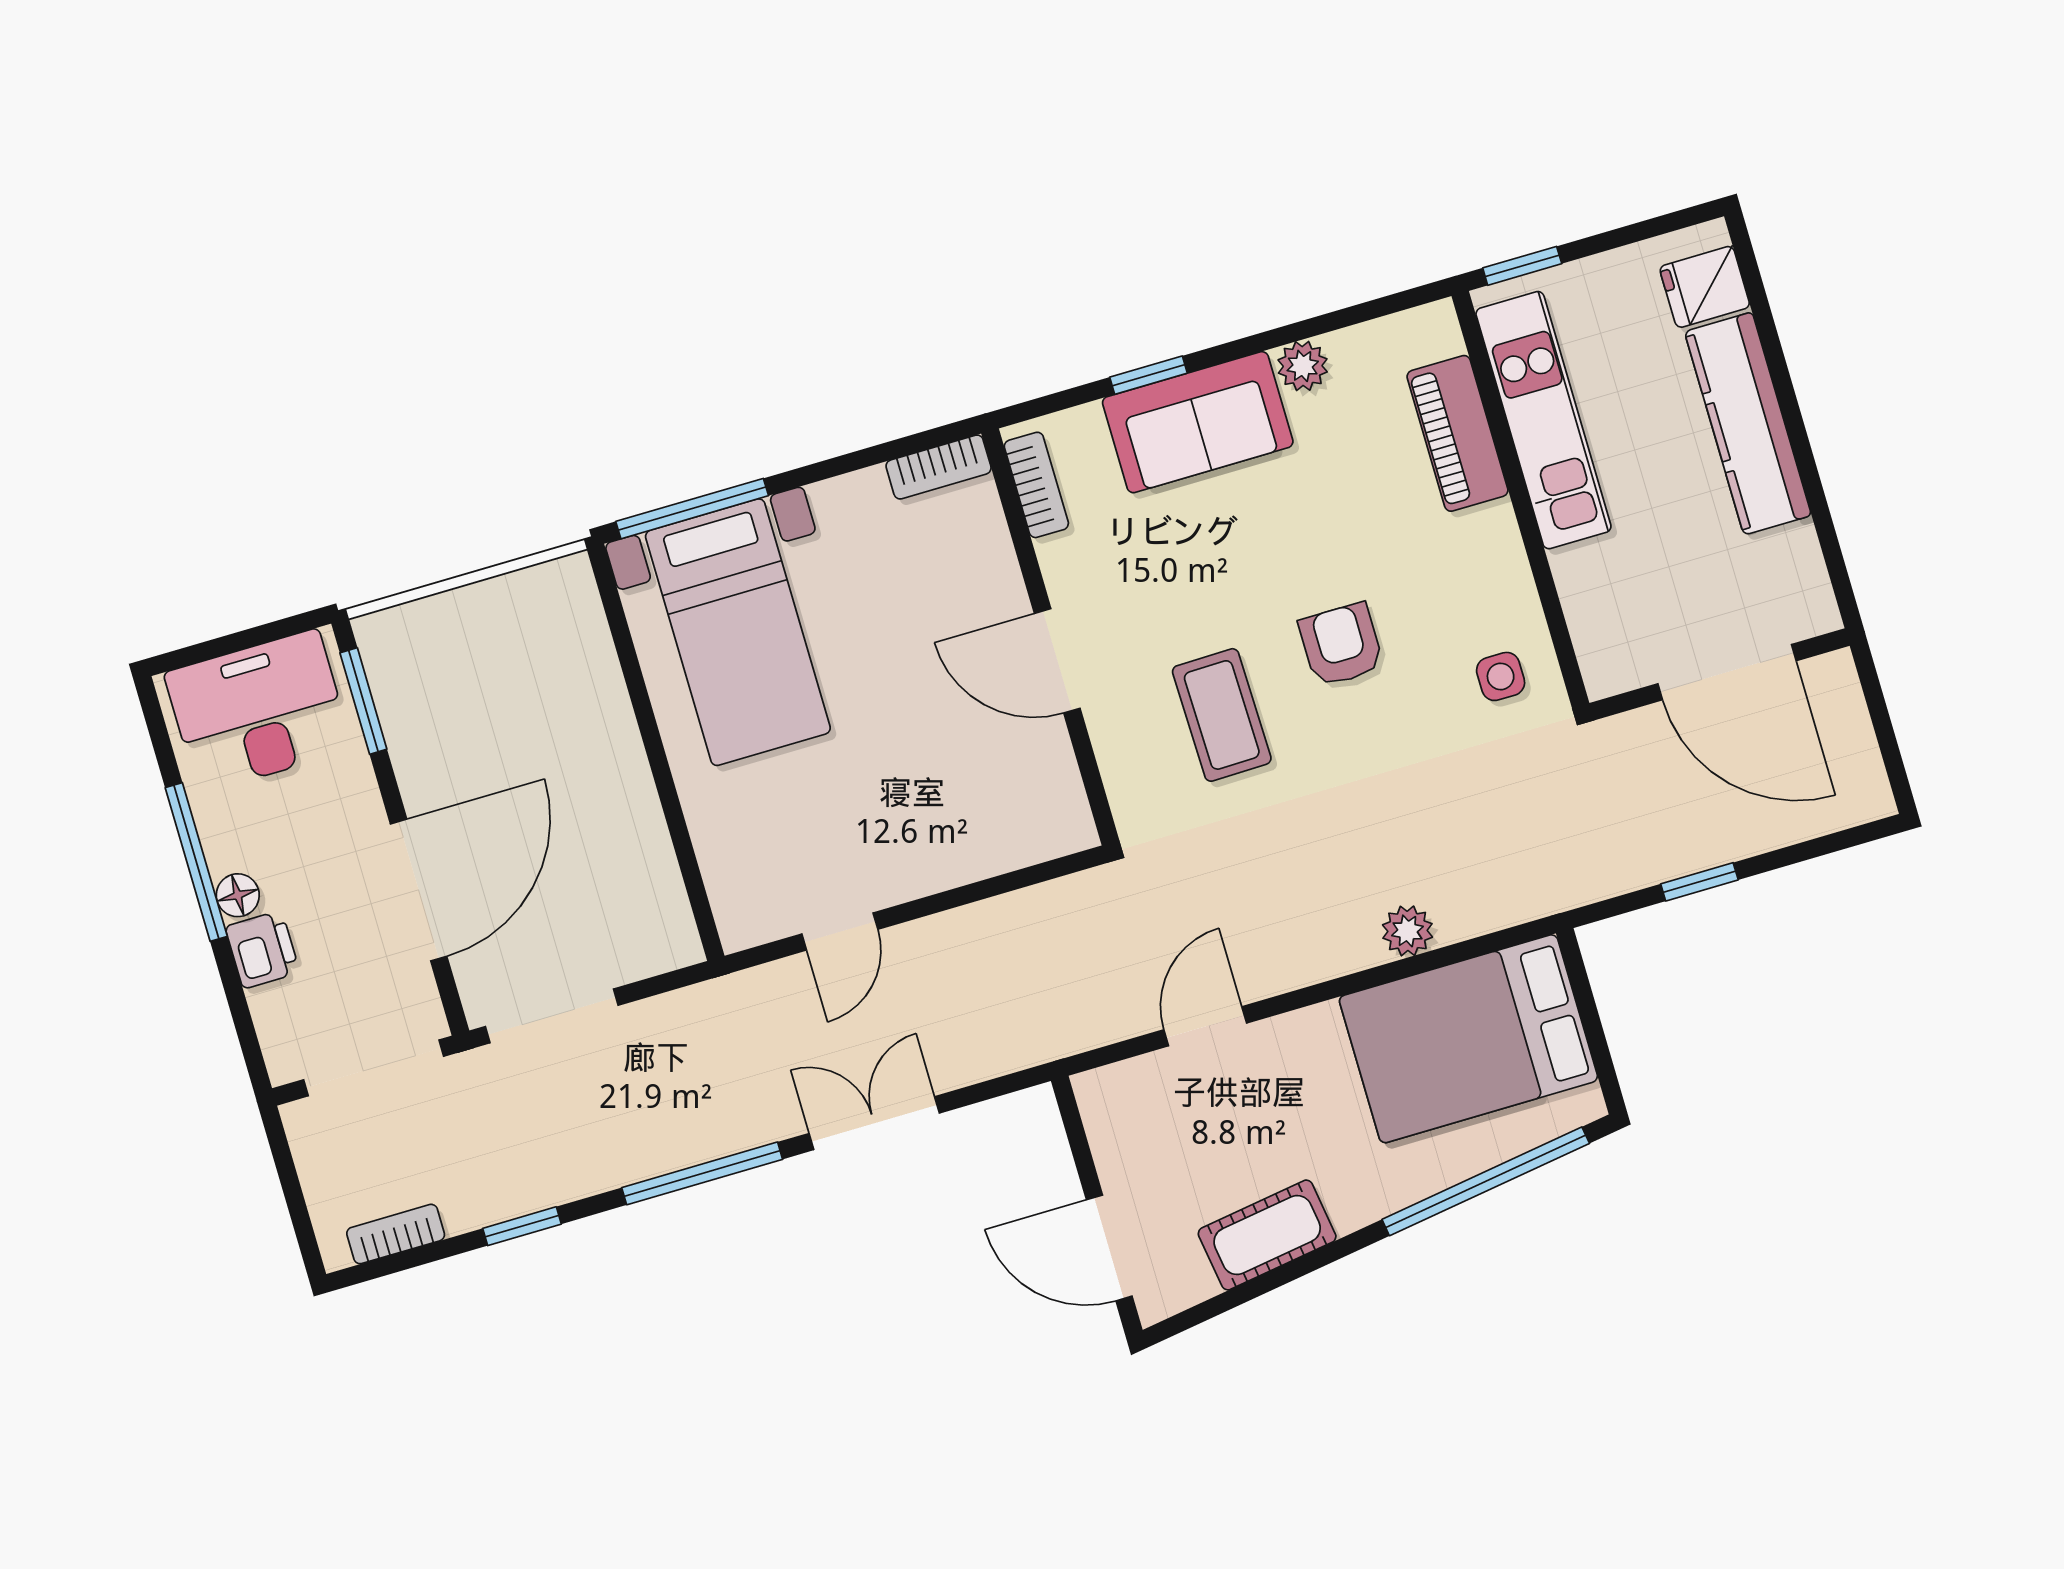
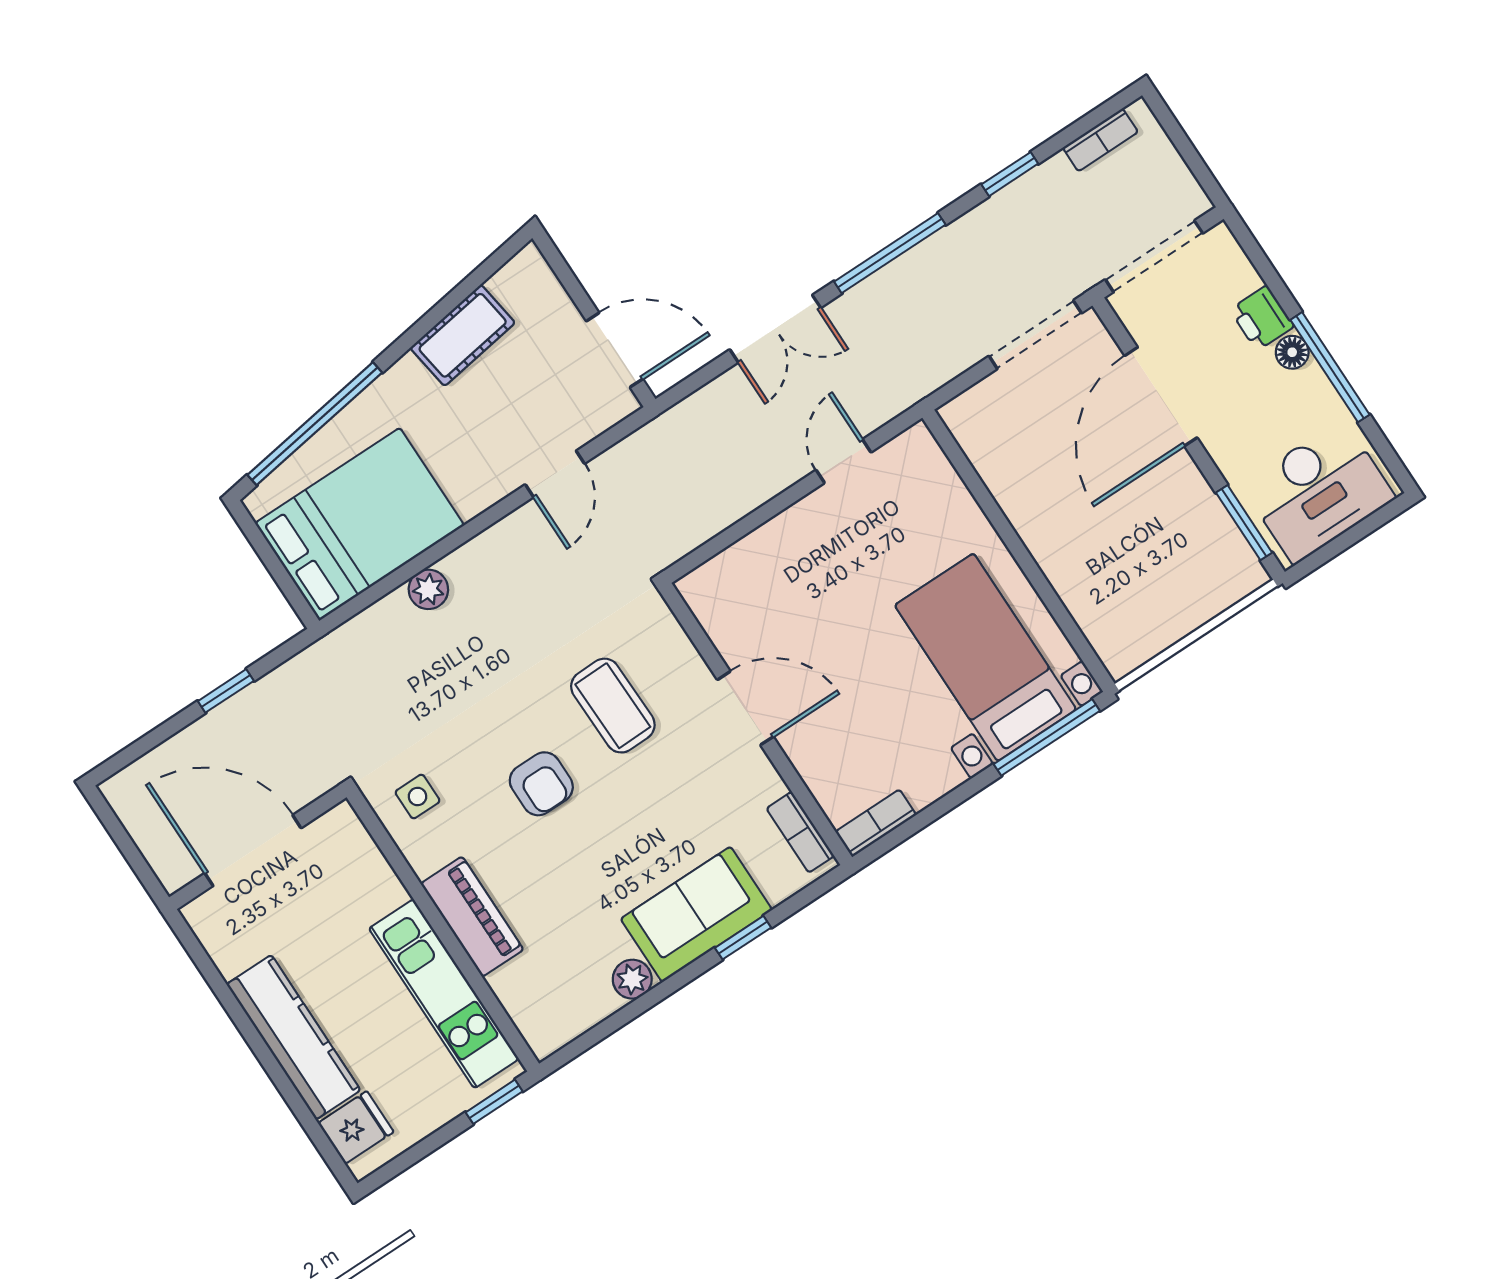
piano: (1457, 433) -> (472, 917), moved
door: (1109, 1248) -> (615, 350), moved

